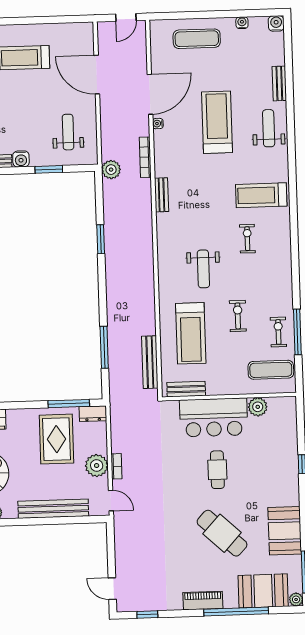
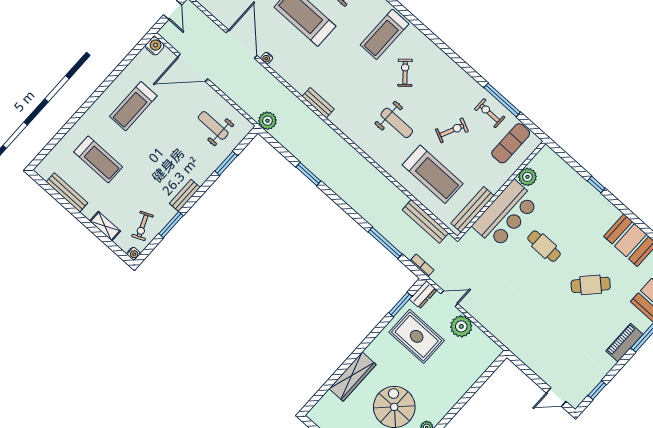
bookcase: (145, 157) -> (282, 89), removed
water cooler: (21, 159) -> (155, 46), moved, turned -90
exercise bike: (247, 239) -> (405, 73), turned 49
exercise bike: (238, 316) -> (452, 130), turned 115
bench: (186, 389) -> (472, 209), width x1.36
window: (69, 404) -> (400, 305), width x0.69
bookcase: (116, 466) -> (422, 266), moved
door: (111, 501) -> (449, 299), moved
bench: (53, 509) -> (462, 385), removed
cafe table: (222, 533) -> (591, 285), width x0.73, depth x0.74

